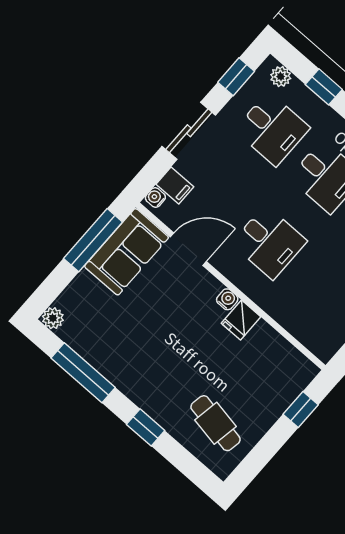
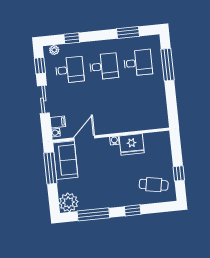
desk: (269, 242) -> (108, 108), removed
plant: (53, 318) -> (69, 202), width x1.88, depth x1.88
fridge: (241, 320) -> (132, 144), width x1.88, depth x1.34
window: (301, 410) -> (179, 173), moved

